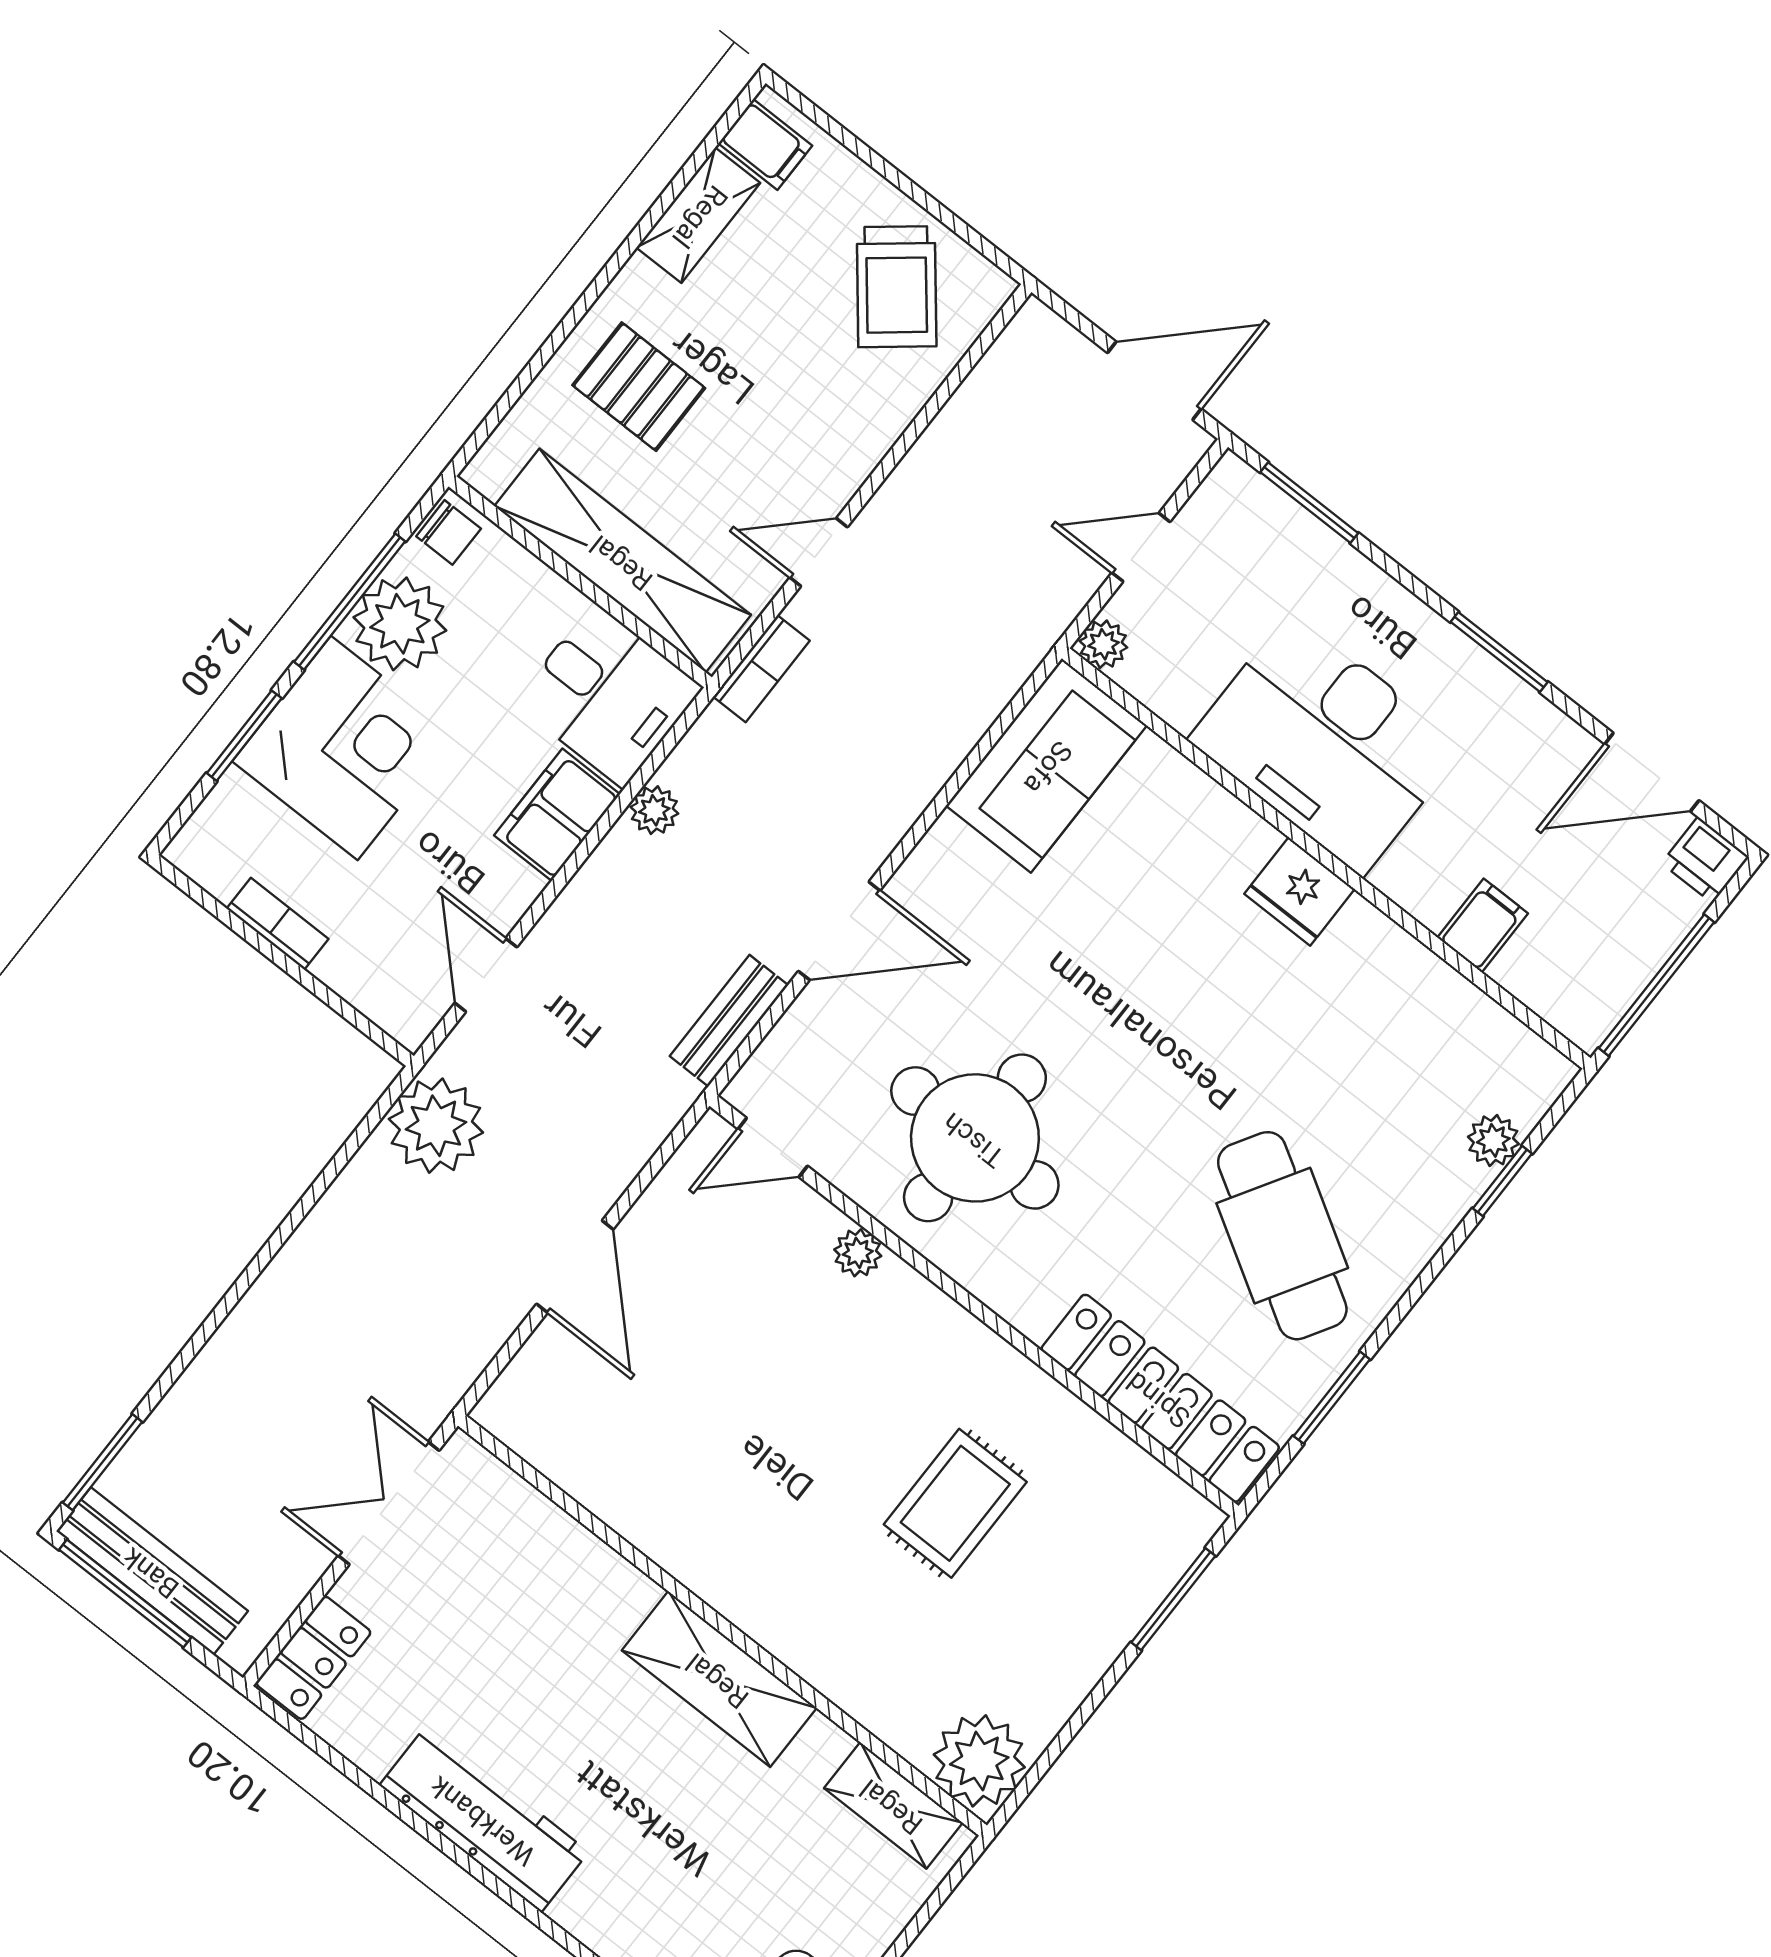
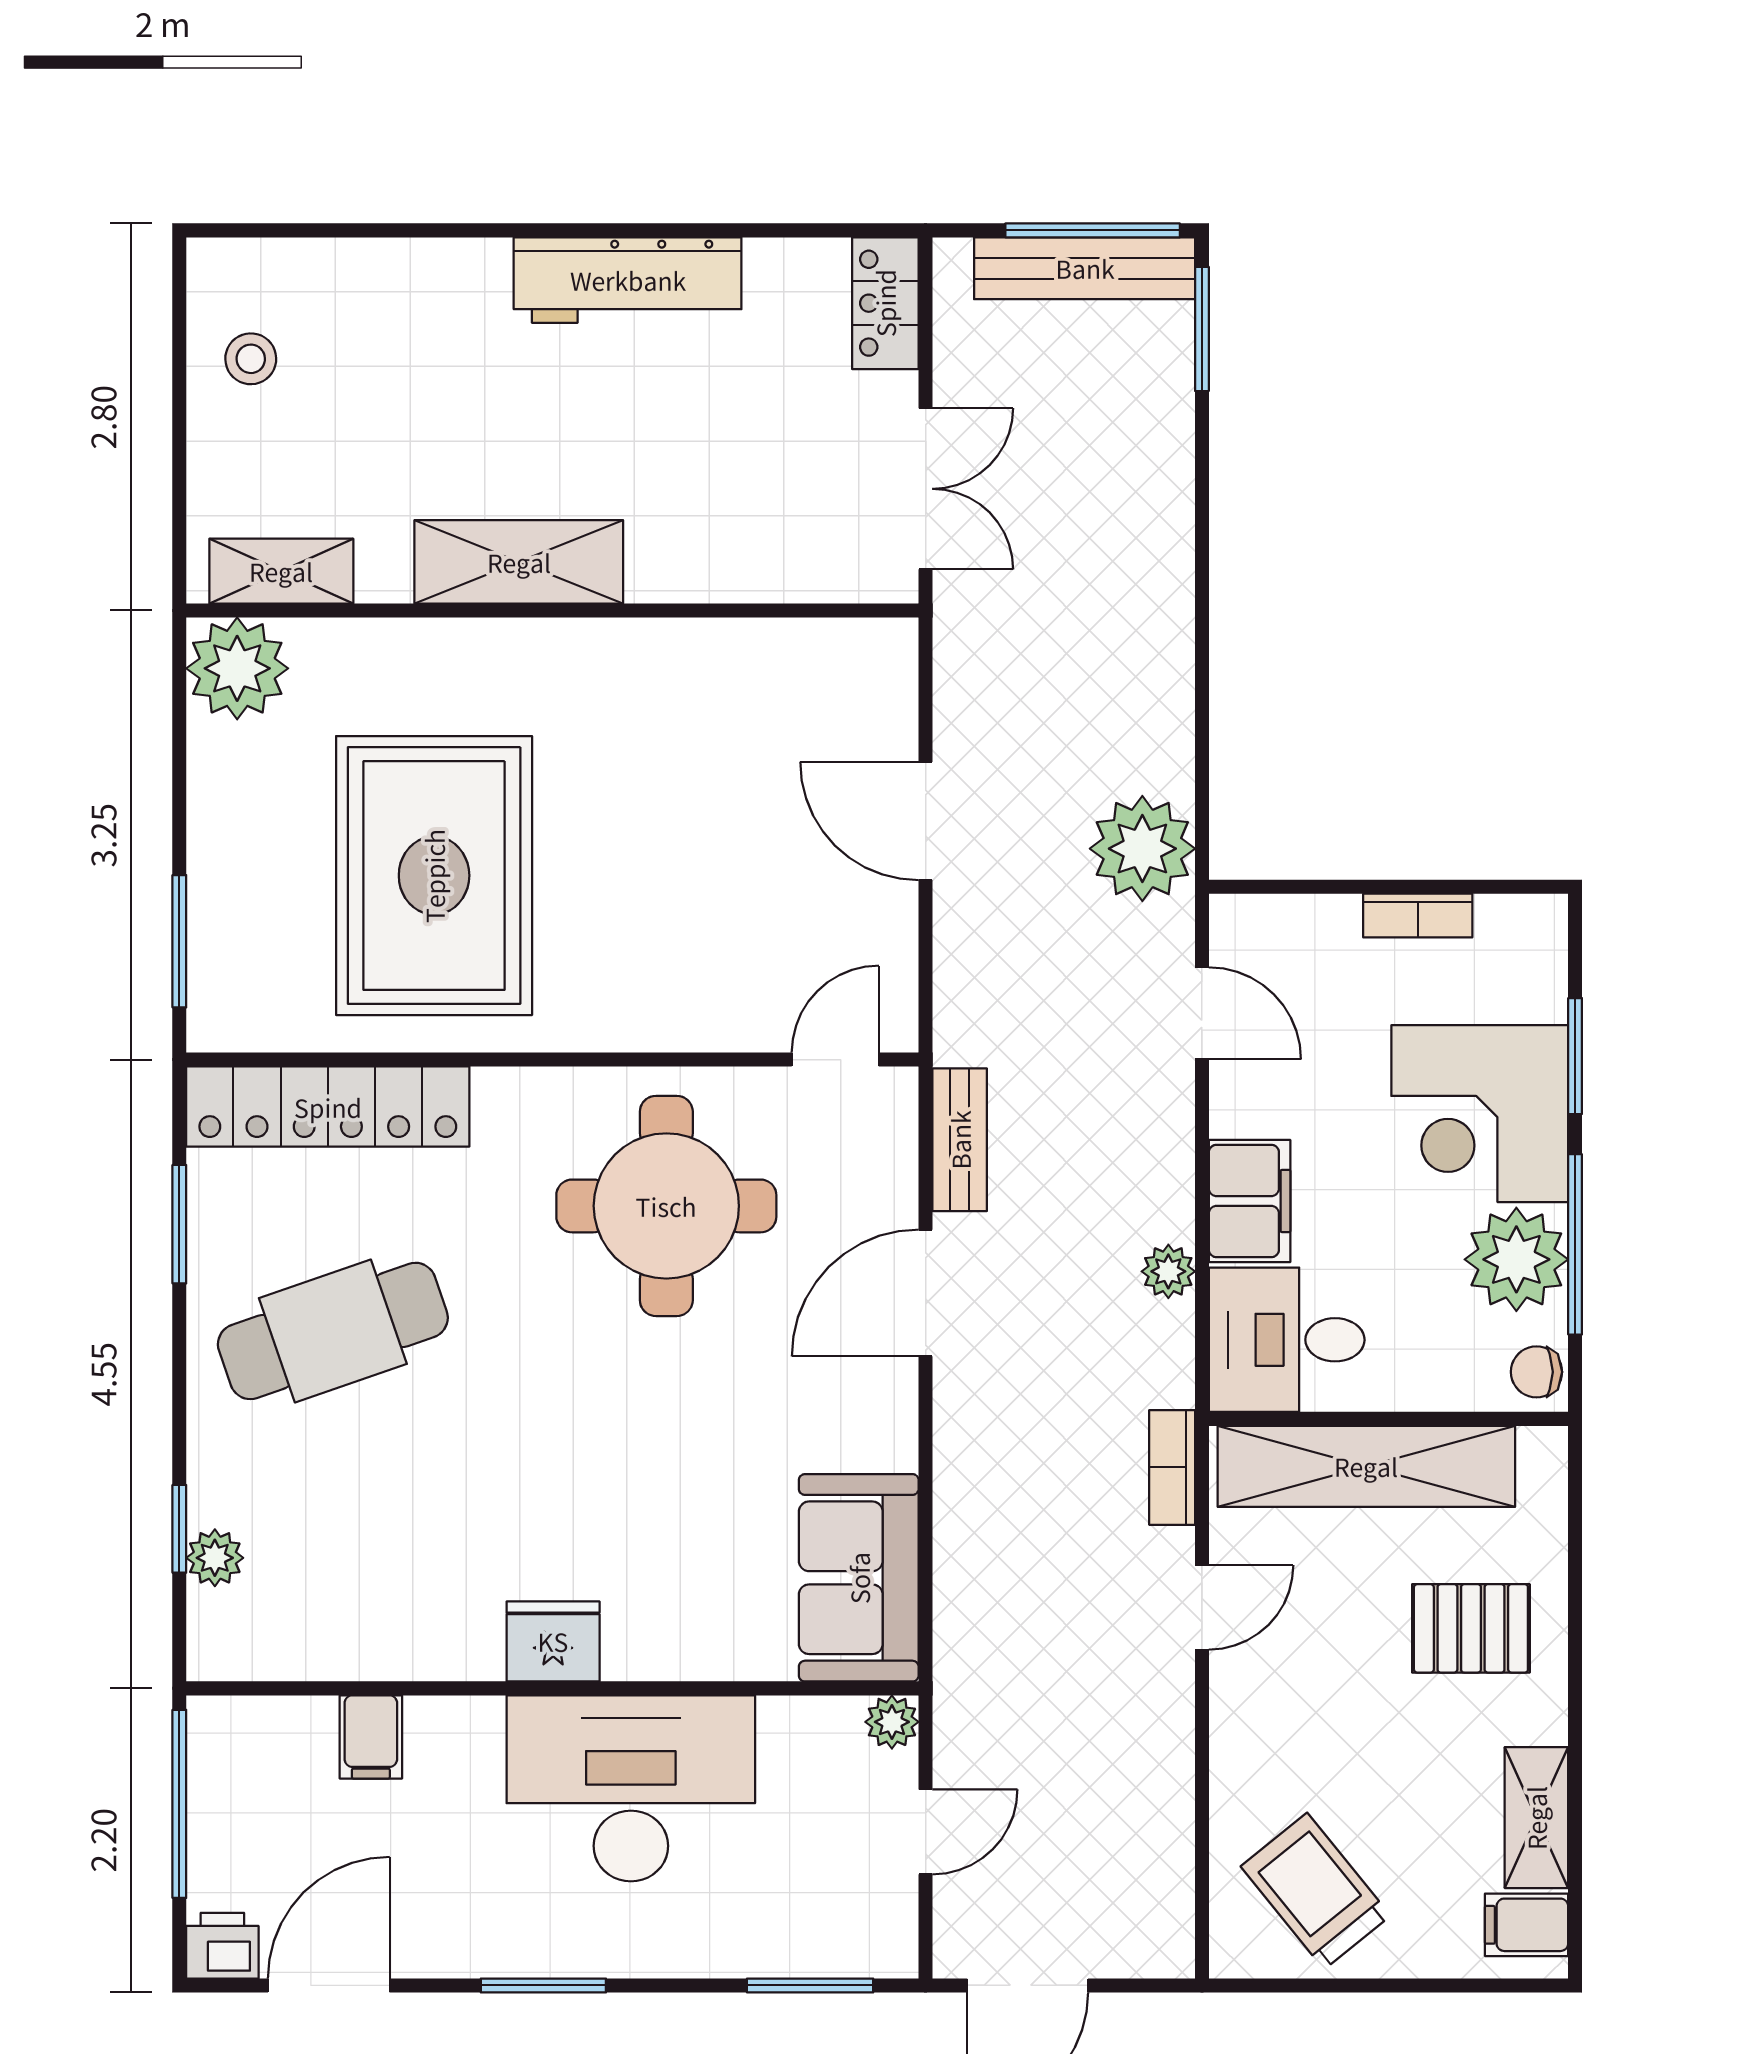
cafe table: (1282, 1236) -> (333, 1331), turned -50
plant: (858, 1253) -> (690, 1026), removed
rug: (955, 1503) -> (434, 876), width x1.86, depth x2.06

